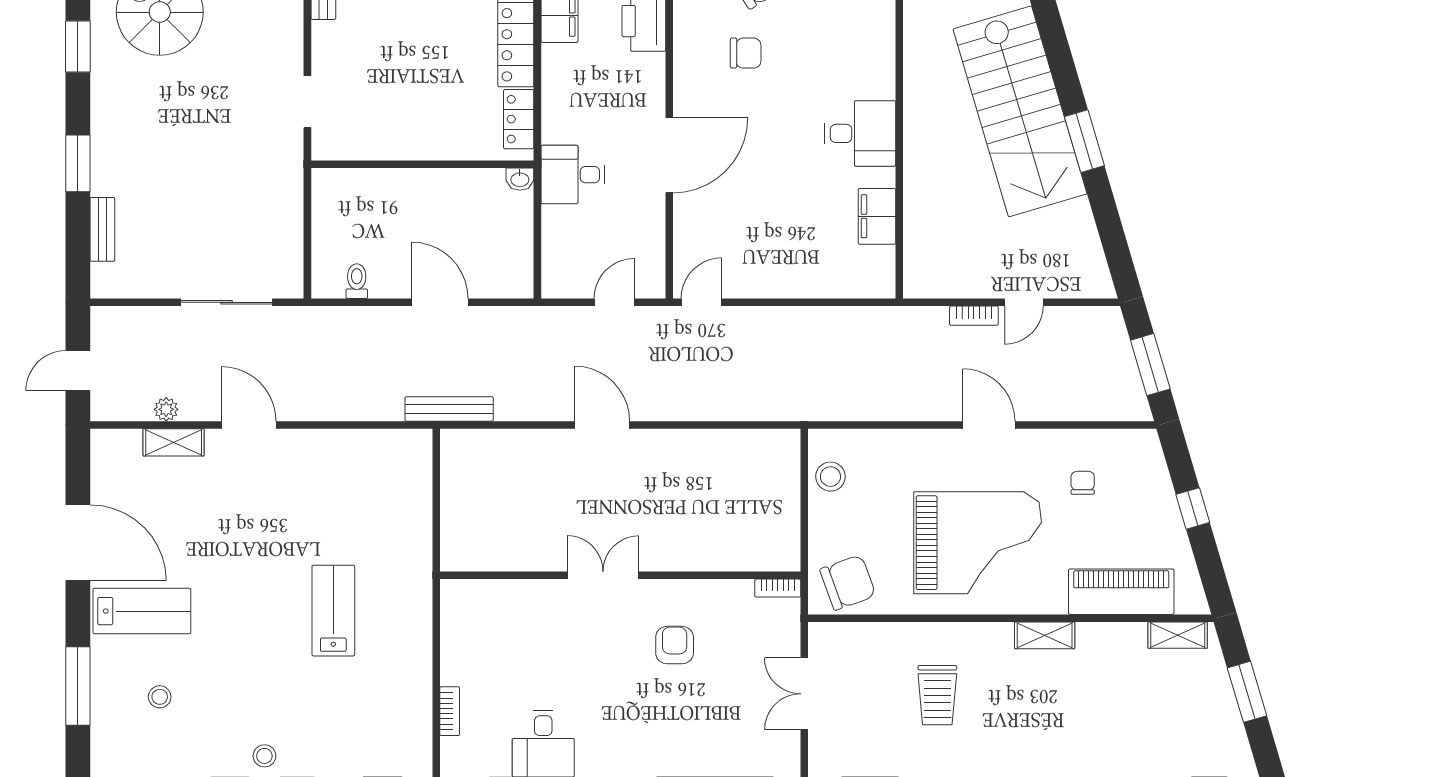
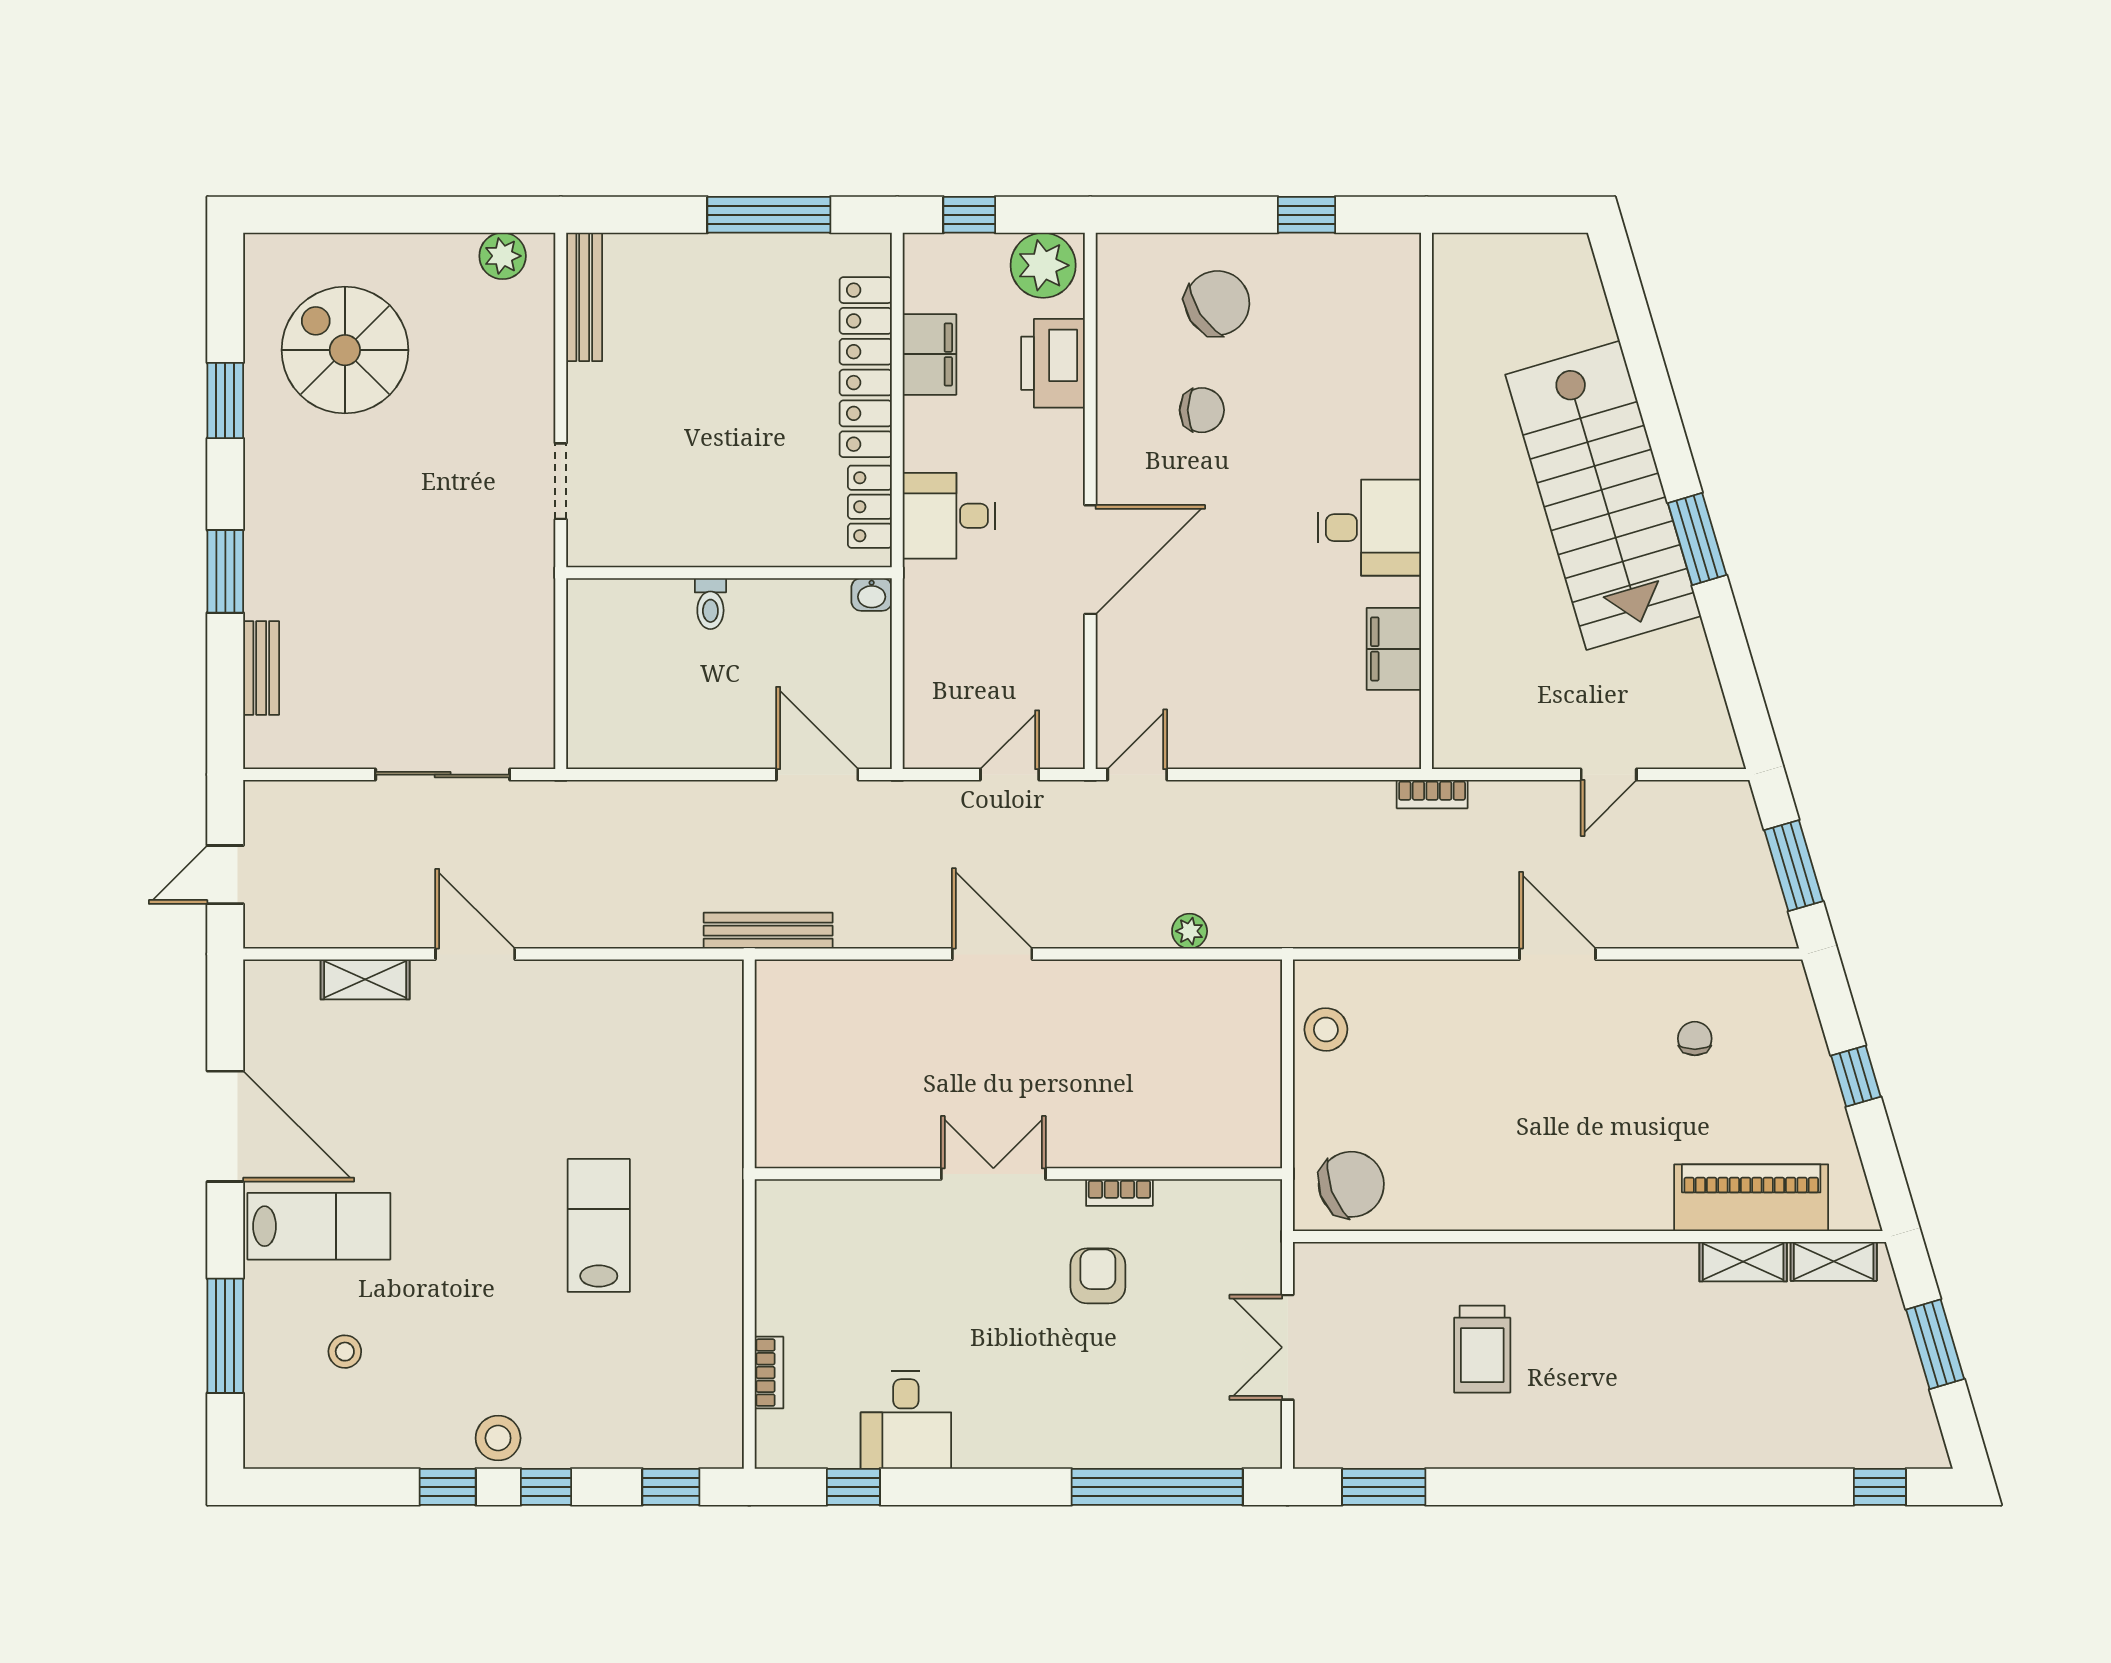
desk: (573, 175) -> (949, 516), moved
toilet: (357, 281) -> (710, 604), moved, turned 180
door: (440, 302) -> (817, 775), moved
bookcase: (974, 316) -> (1432, 794), moved
plant: (166, 409) -> (1190, 931), moved
grand piano: (978, 543) -> (1541, 1126), removed
bookcase: (778, 588) -> (1119, 1193), moved
shelving: (1045, 635) -> (1743, 1262), moved
stool: (264, 756) -> (498, 1438), width x1.37, depth x1.37

